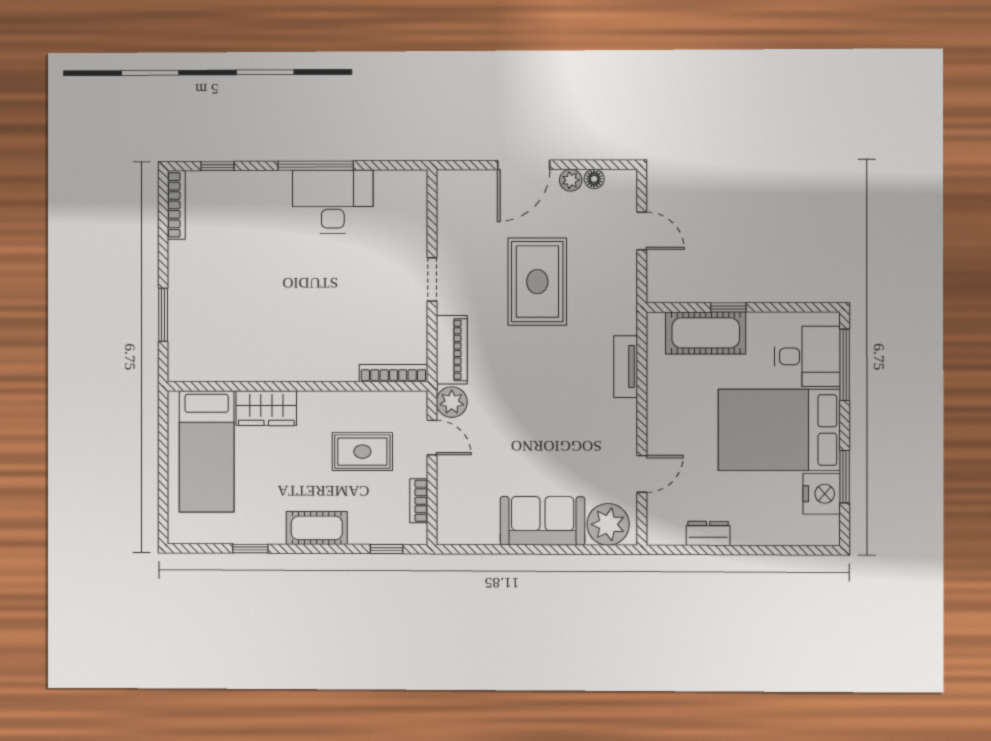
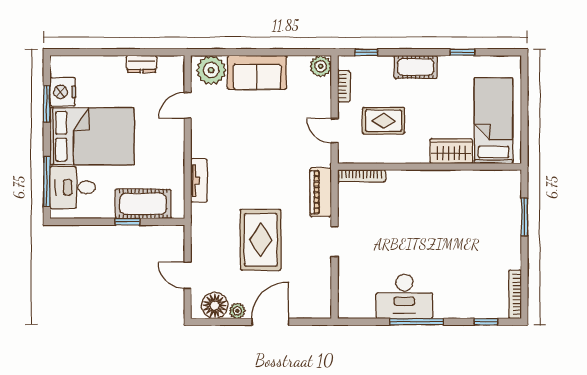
floor lamp: (594, 179) -> (215, 306), width x1.89, depth x1.89
plant: (452, 402) -> (321, 66), moved

